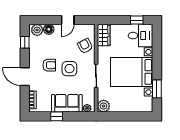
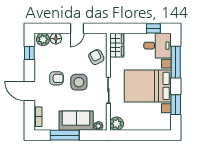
window: (157, 50) -> (176, 62), added
window: (57, 116) -> (65, 135), width x2.17

